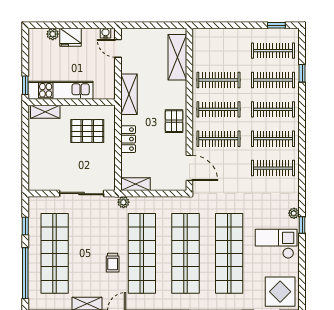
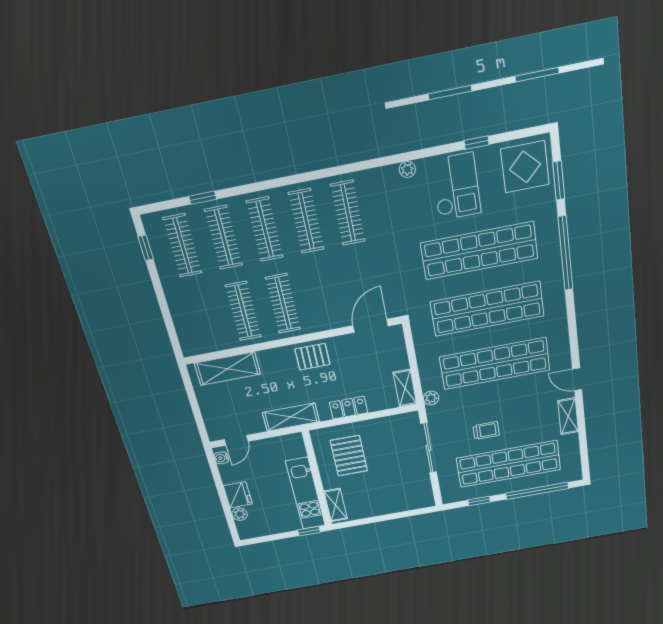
clothes rail: (218, 139) -> (323, 296), removed
window: (302, 225) -> (477, 143), moved
checkout: (276, 244) -> (456, 187), turned 180
trolley: (113, 263) -> (486, 431), moved

